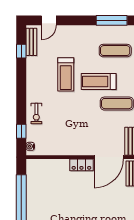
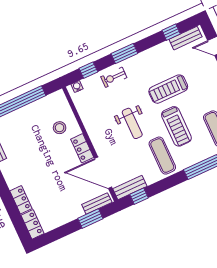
treadmill: (99, 82) -> (176, 126), turned 180
window: (21, 96) -> (124, 54), added
weight bench: (80, 116) -> (132, 123), added
stool: (57, 175) -> (60, 128), added

